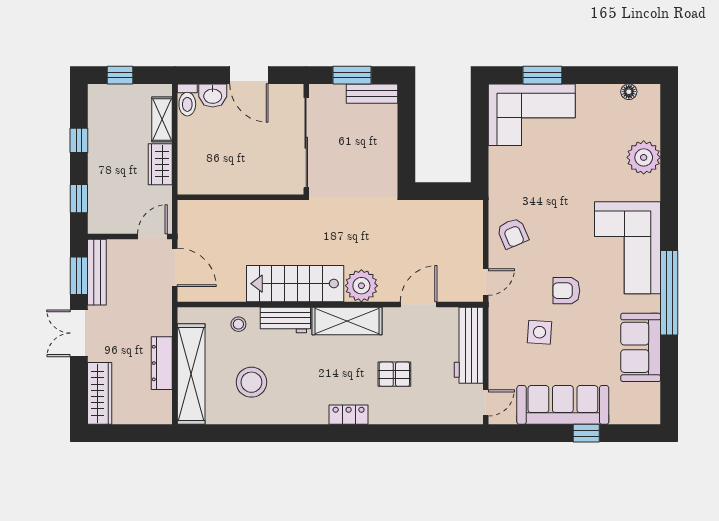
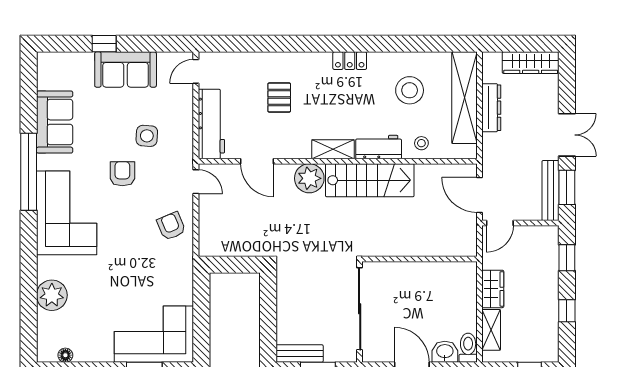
door: (486, 282) -> (196, 182), swing flipped
armchair: (566, 291) -> (122, 174), turned -90
door: (419, 304) -> (257, 161), hinge flipped
shelving: (347, 321) -> (333, 149), width x0.67, depth x0.75
pallet: (394, 374) -> (279, 98), turned 90
wardrobe: (100, 393) -> (531, 63), moved, turned -90
sofa: (563, 405) -> (126, 70), width x0.73
locker: (349, 415) -> (350, 61), moved

